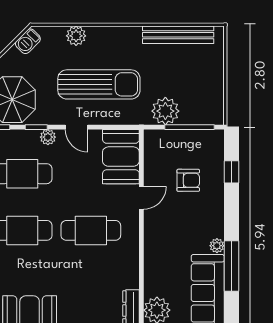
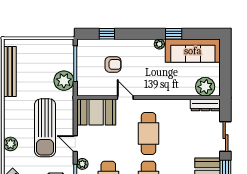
sun lounger: (99, 84) -> (45, 128), turned 180
door: (77, 127) -> (75, 144), swing flipped
armchair: (188, 180) -> (113, 64), turned 90
window: (231, 266) -> (174, 34), width x0.46

